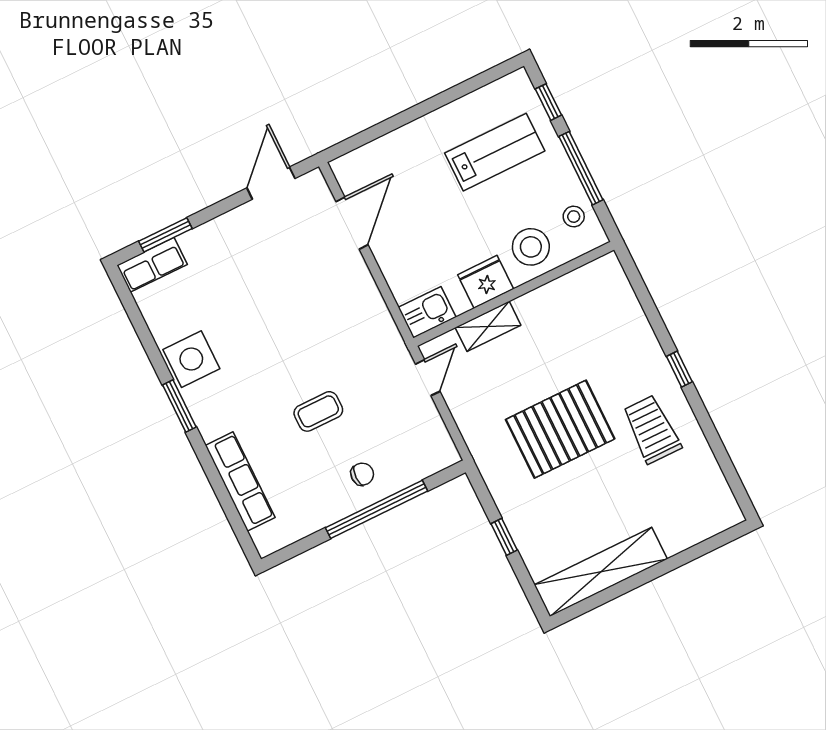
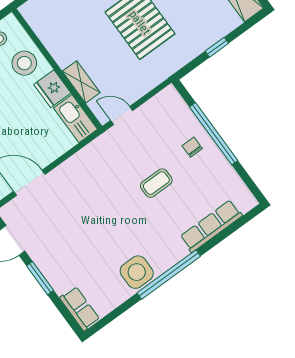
window: (165, 235) -> (40, 278), moved
kitchen sink: (427, 312) -> (75, 119), width x1.38
window: (179, 406) -> (169, 275), width x2.11
coffee table: (318, 411) -> (156, 183), turned 90

